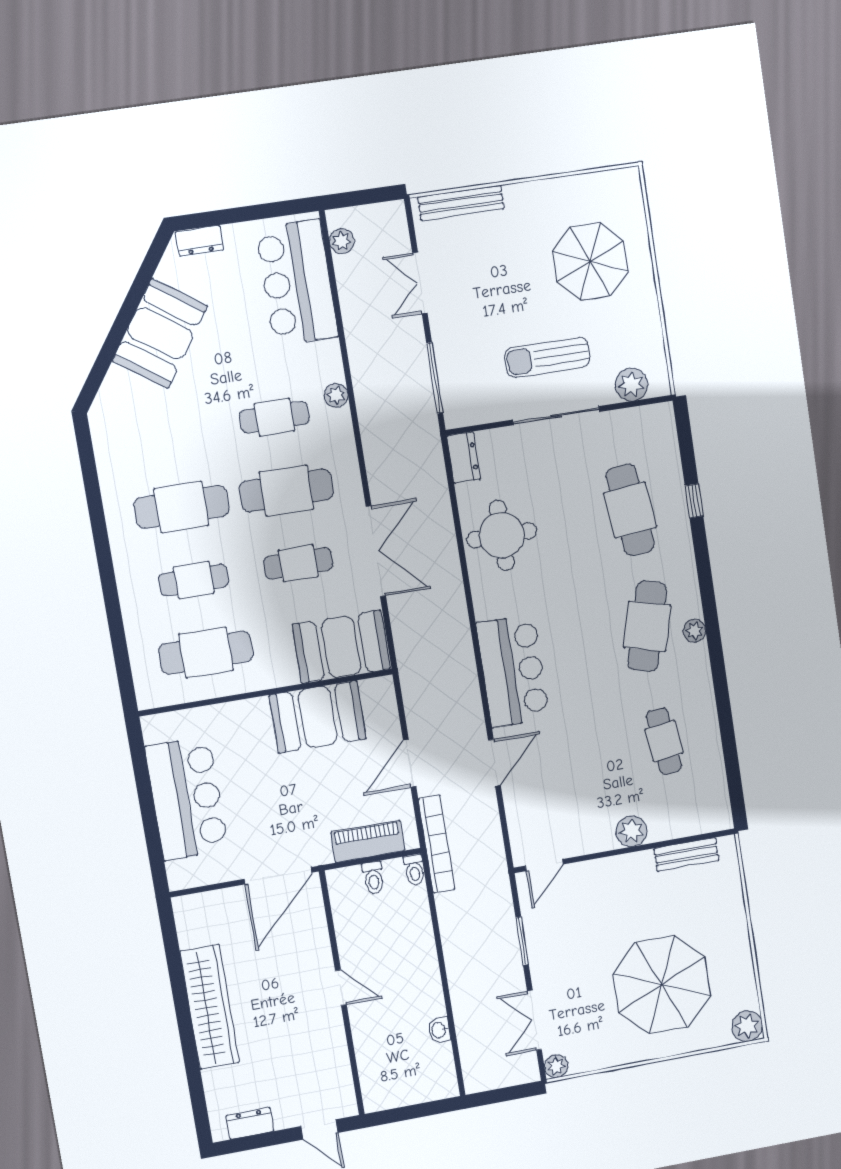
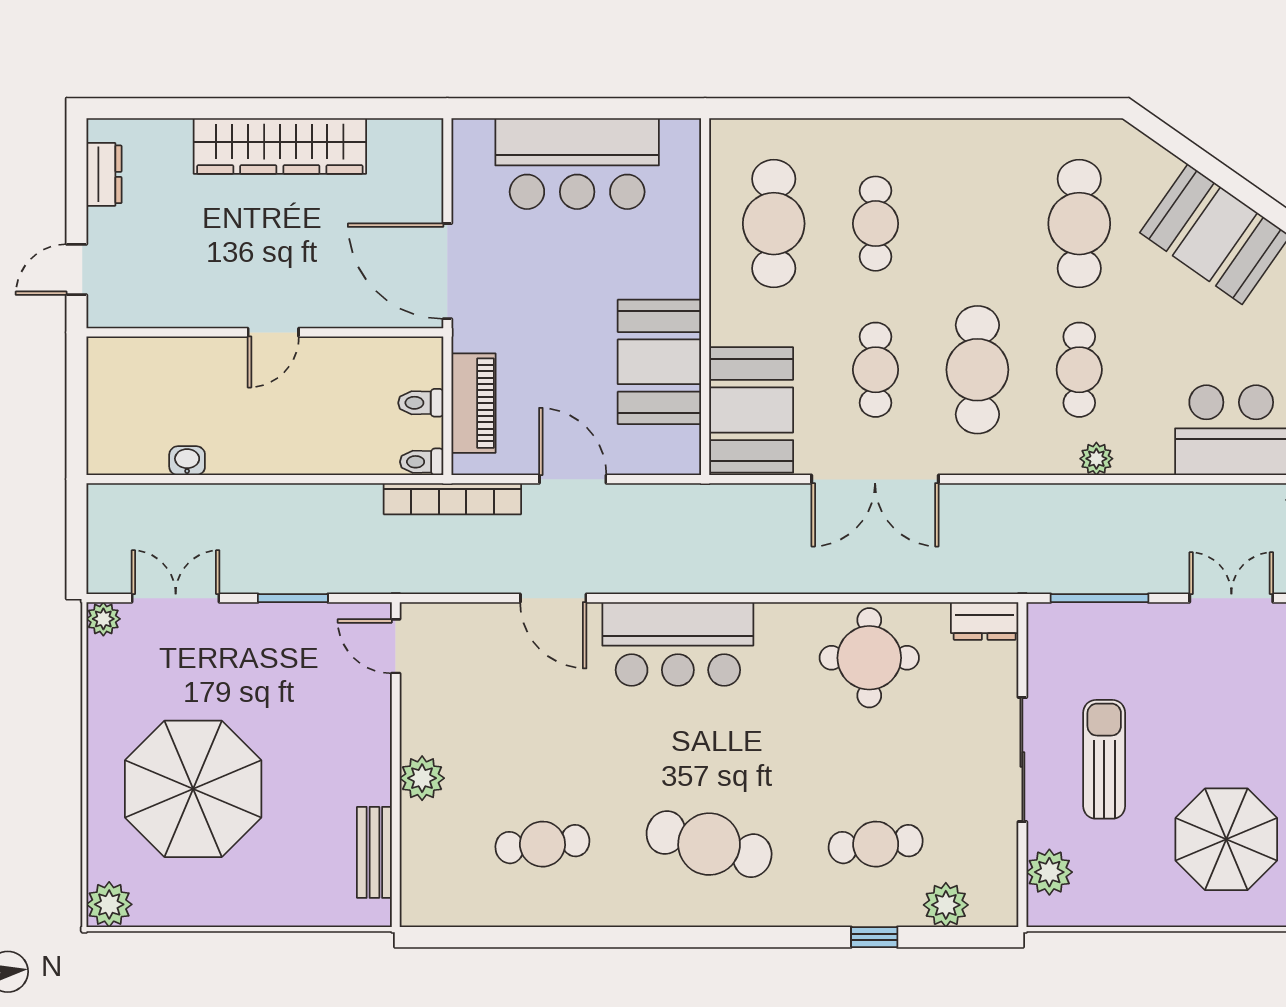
cafe table: (181, 507) -> (1079, 224), moved
cafe table: (630, 510) -> (876, 844), width x0.73, depth x0.74
plant: (695, 631) -> (946, 905), moved, width x1.38, depth x1.38

